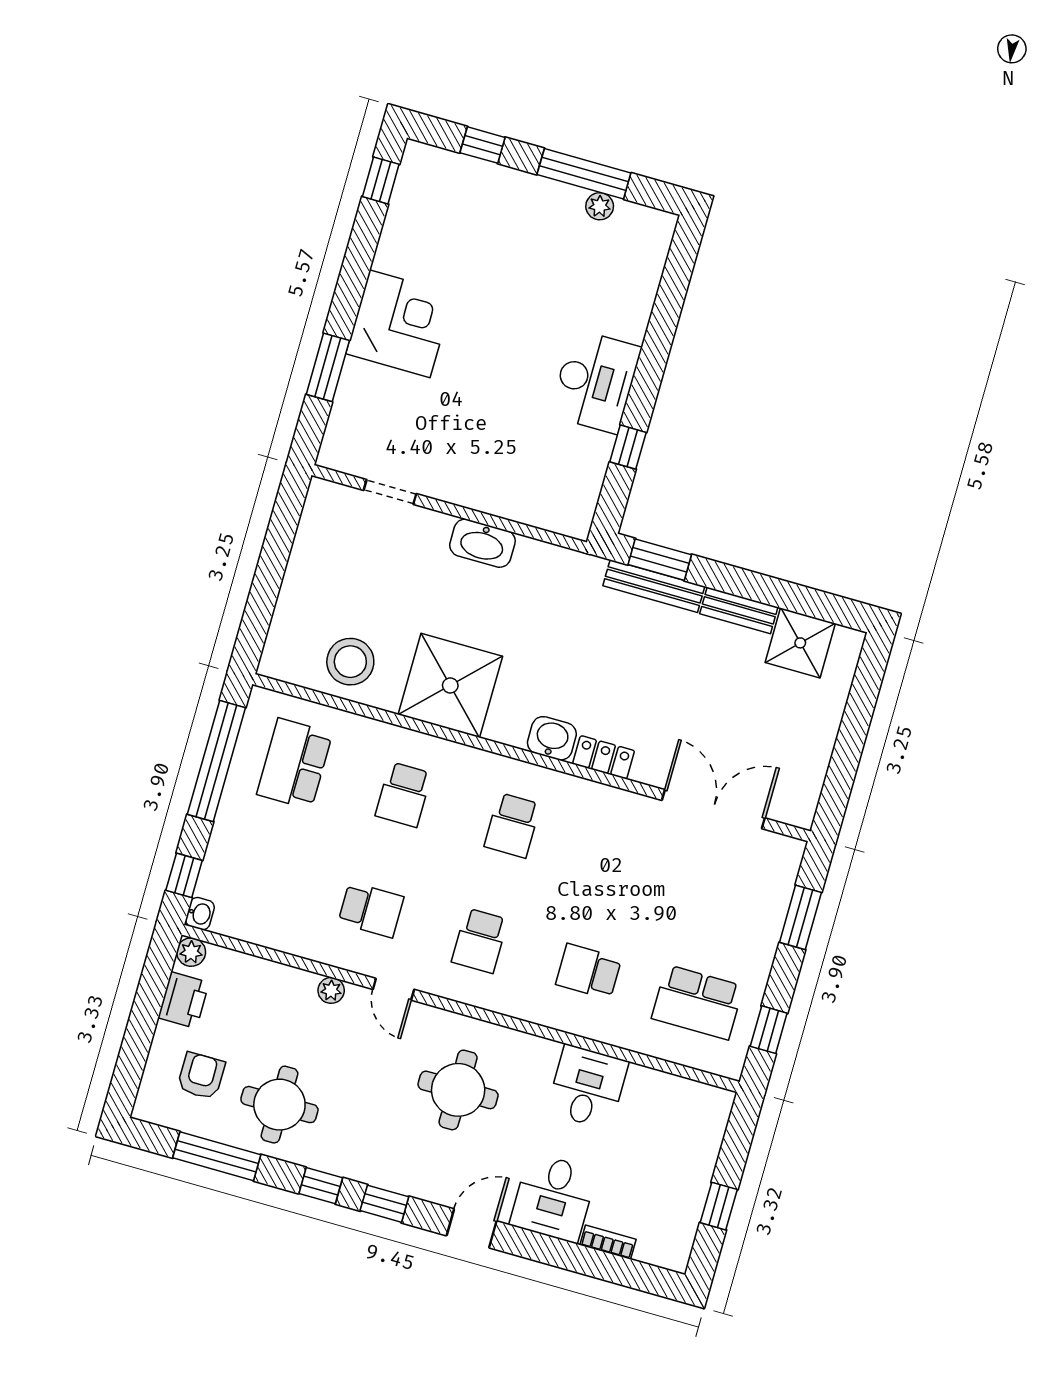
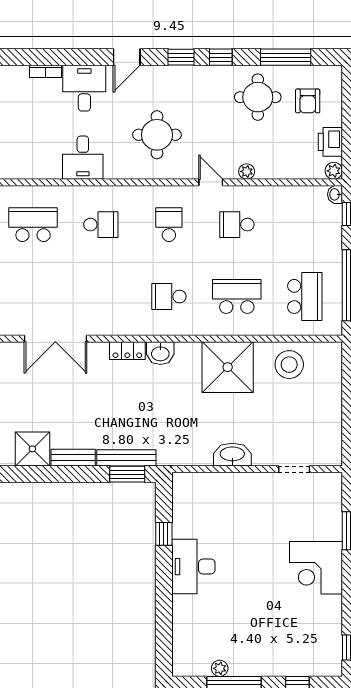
school desk: (404, 795) -> (237, 296), width x1.85
school desk: (512, 825) -> (169, 296), turned -90

